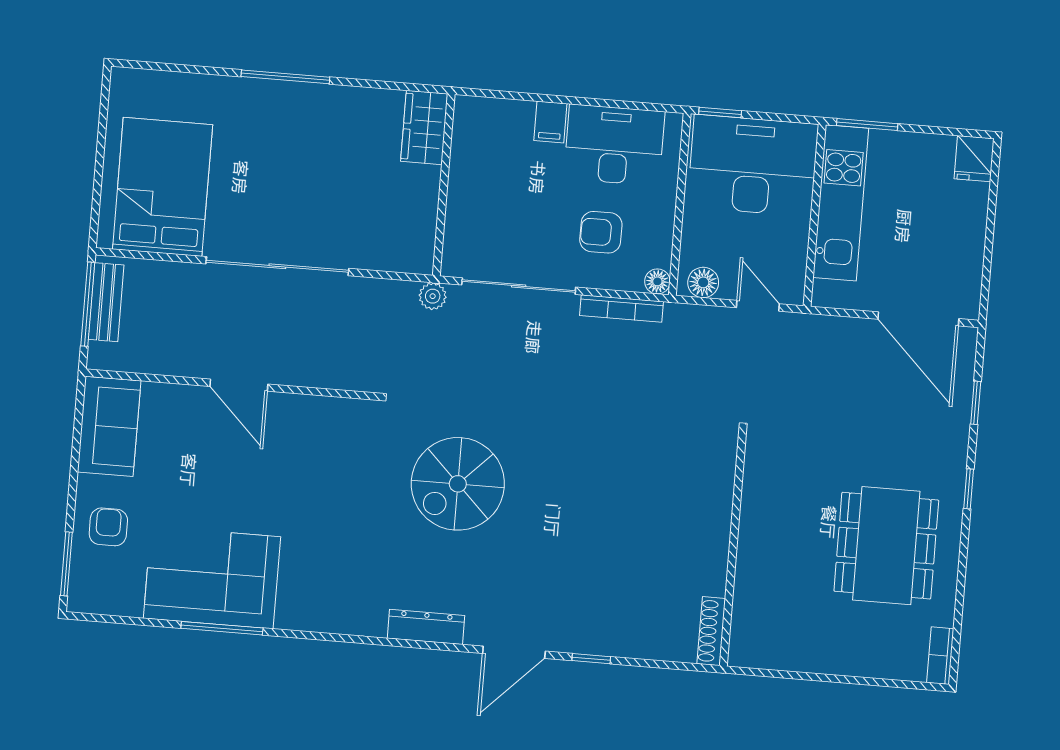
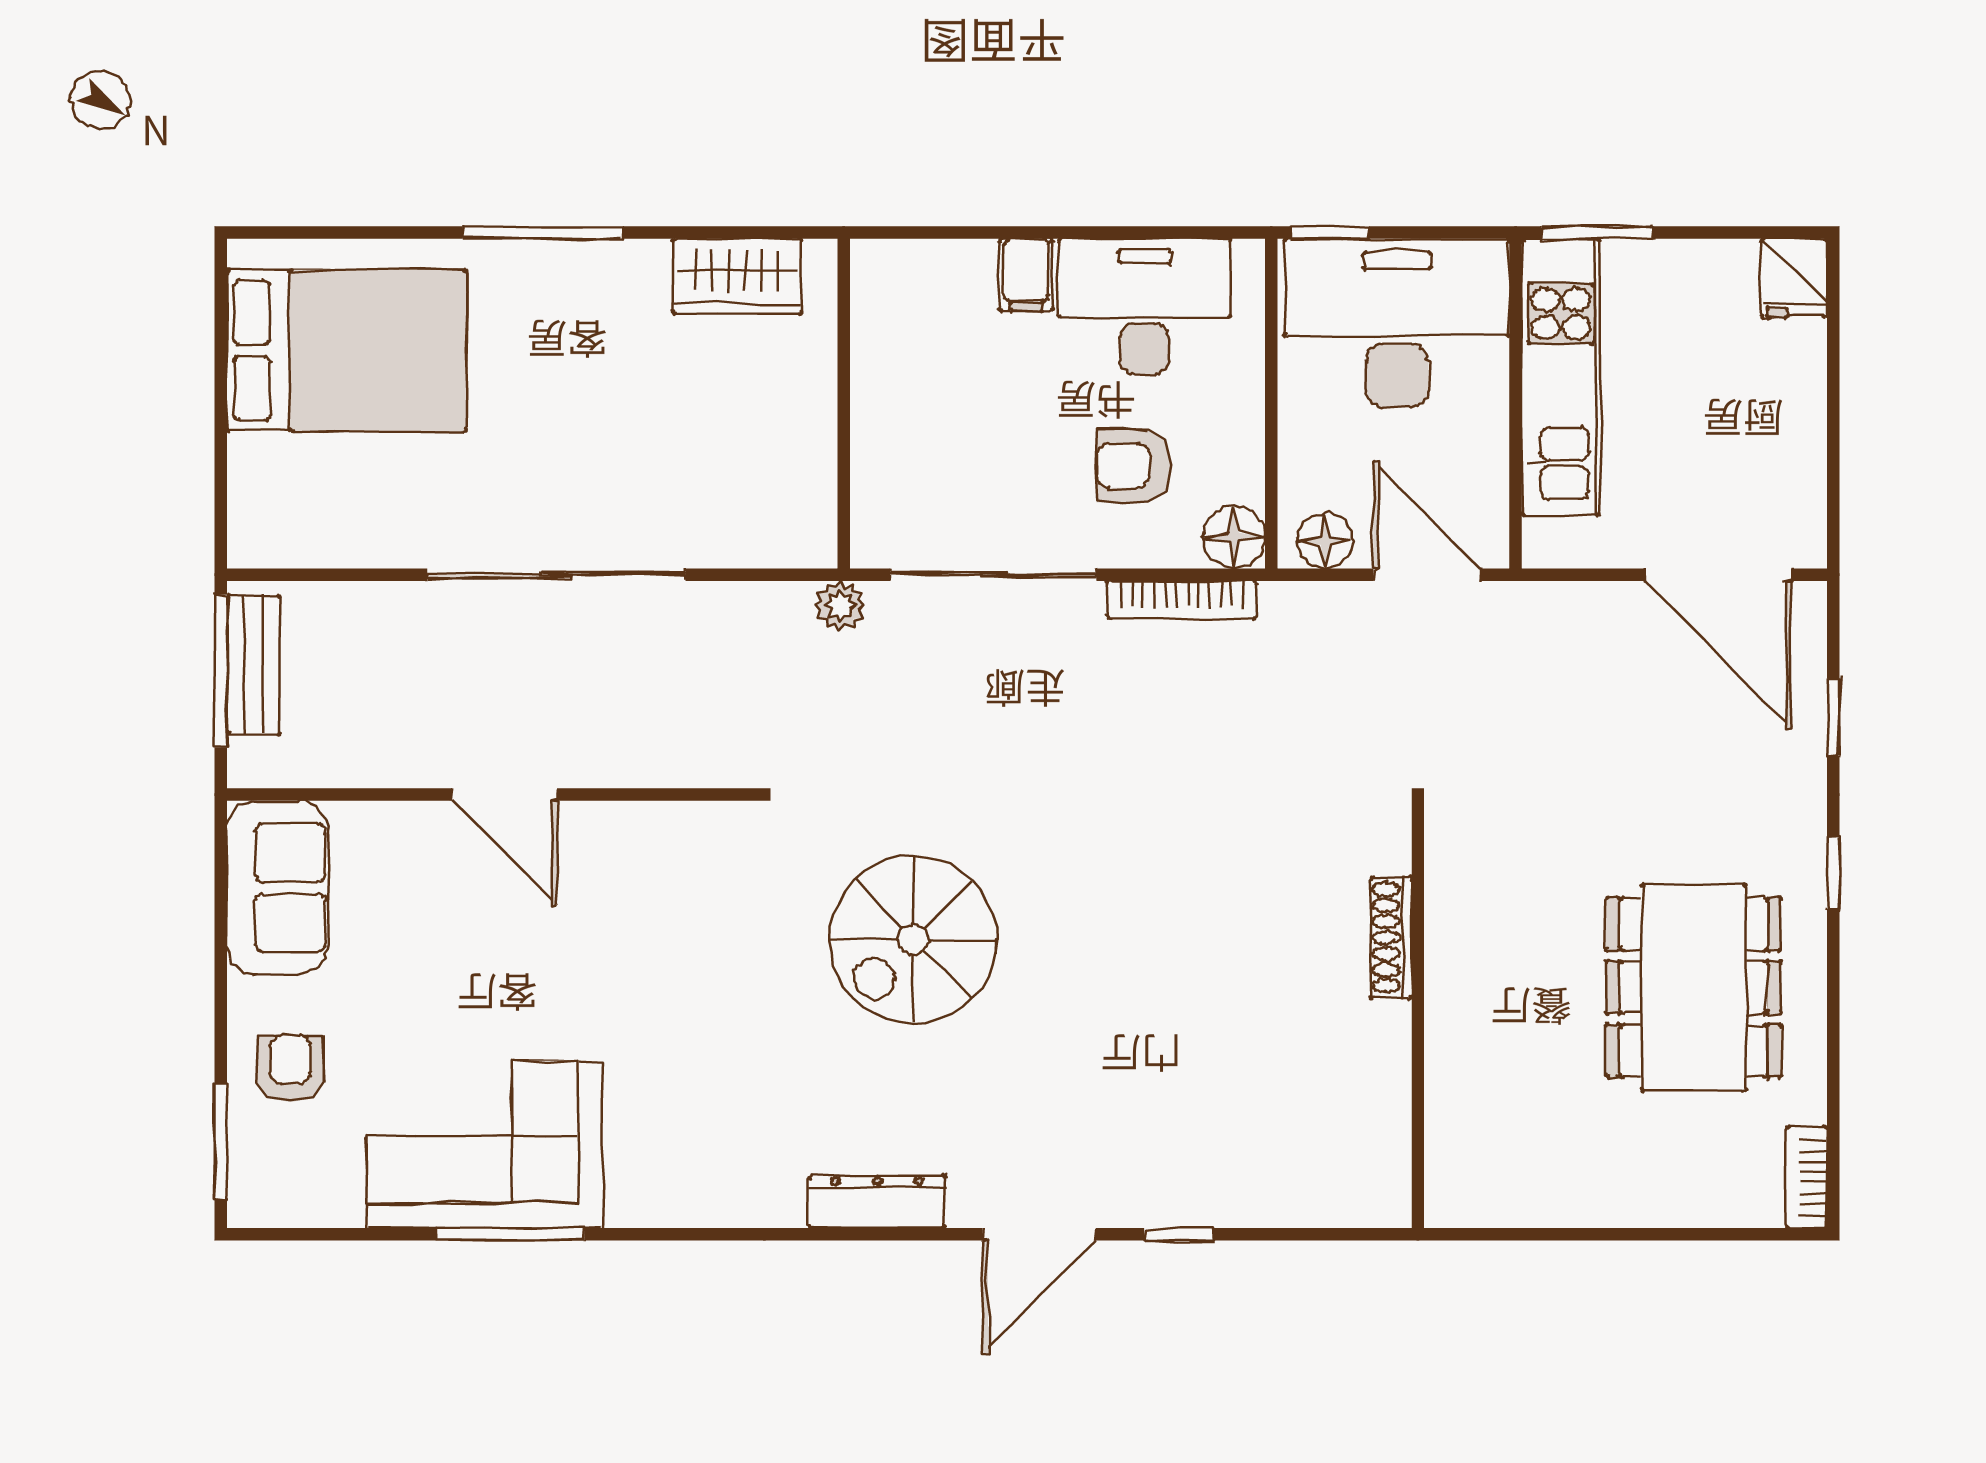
wardrobe: (424, 127) -> (737, 276), moved, turned -90
bed: (163, 187) -> (346, 351), moved, turned 90
floor lamp: (657, 281) -> (1234, 537), width x1.37, depth x1.37
door: (758, 306) -> (1427, 575), width x1.38
shoe rack: (711, 631) -> (1391, 938), moved

